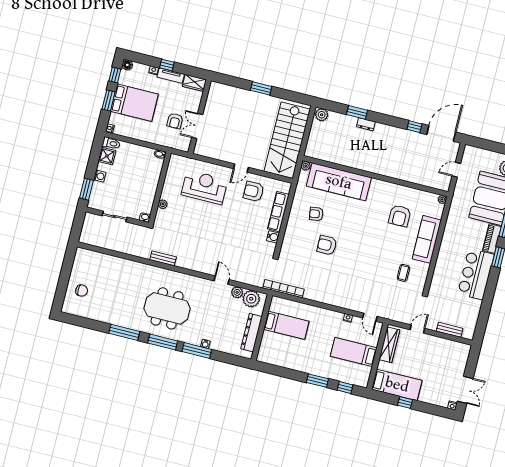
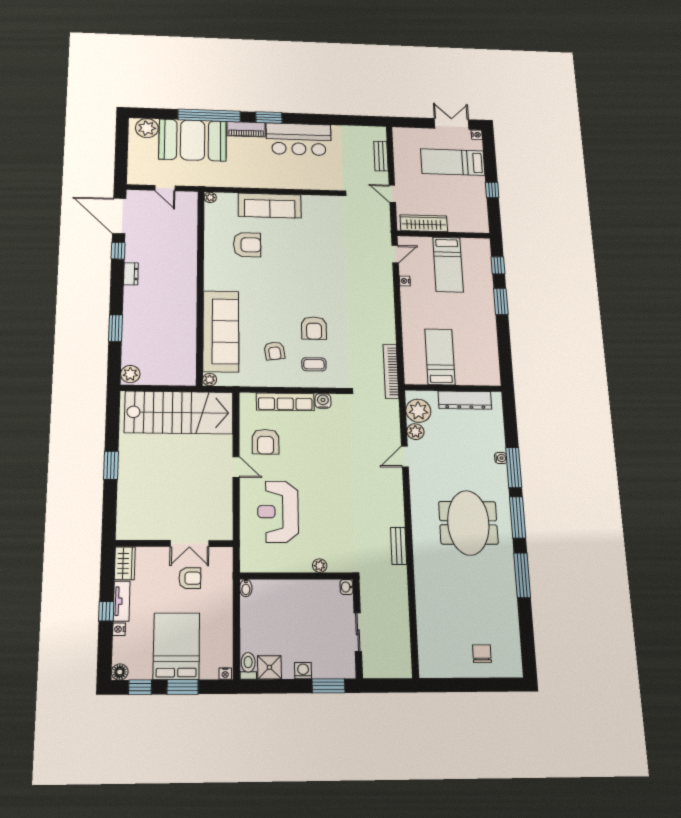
dresser: (366, 124) -> (131, 274), moved
coffee table: (403, 273) -> (314, 364), moved
bed: (397, 385) -> (453, 162), moved, turned -90

